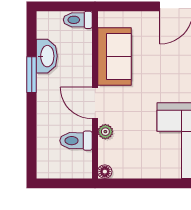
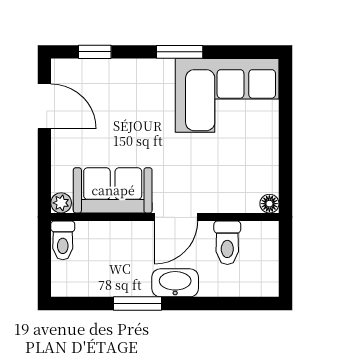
washbasin: (47, 56) -> (175, 283), moved
plant: (105, 132) -> (61, 203), moved

